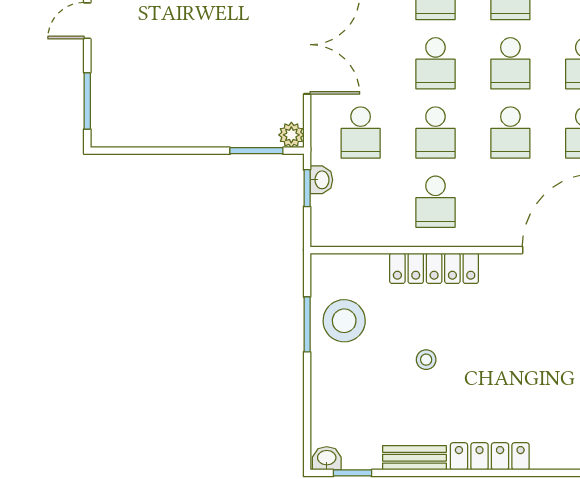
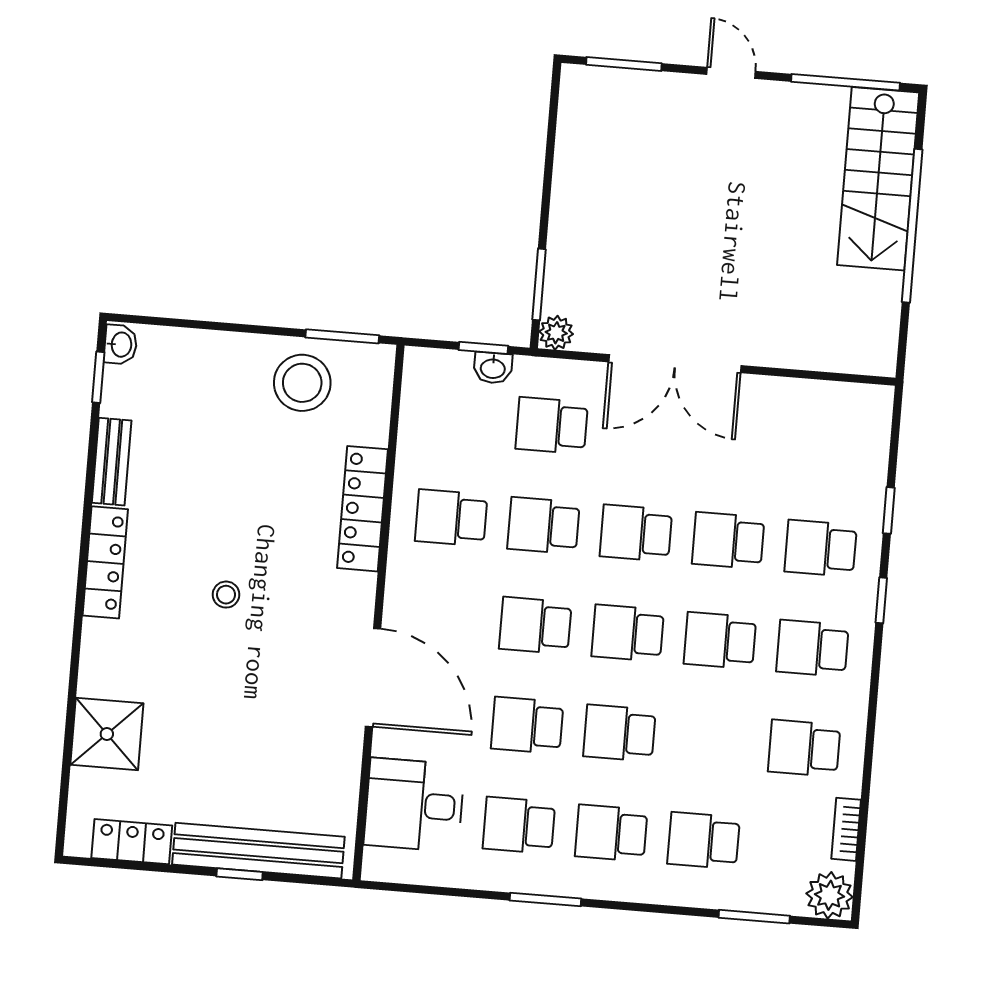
window: (307, 324) -> (342, 336), moved
stool: (426, 360) -> (226, 595), moved

